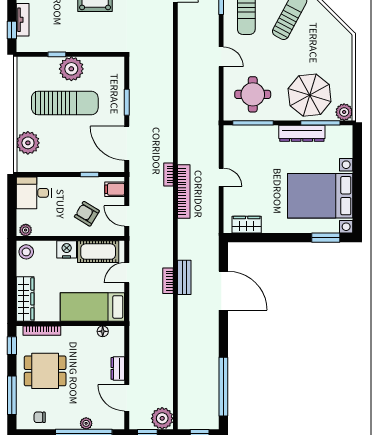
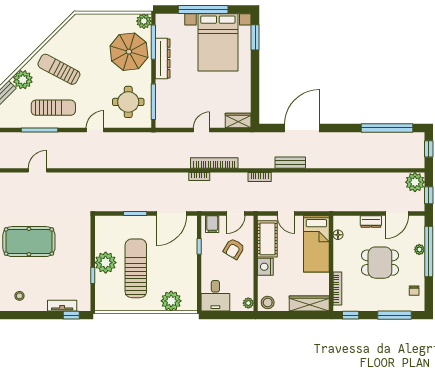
window: (357, 179) -> (203, 9), added
wardrobe: (247, 225) -> (238, 121), moved, turned 90
bookcase: (168, 281) -> (260, 177), moved
dining table: (45, 371) -> (380, 263), moved, turned 90

